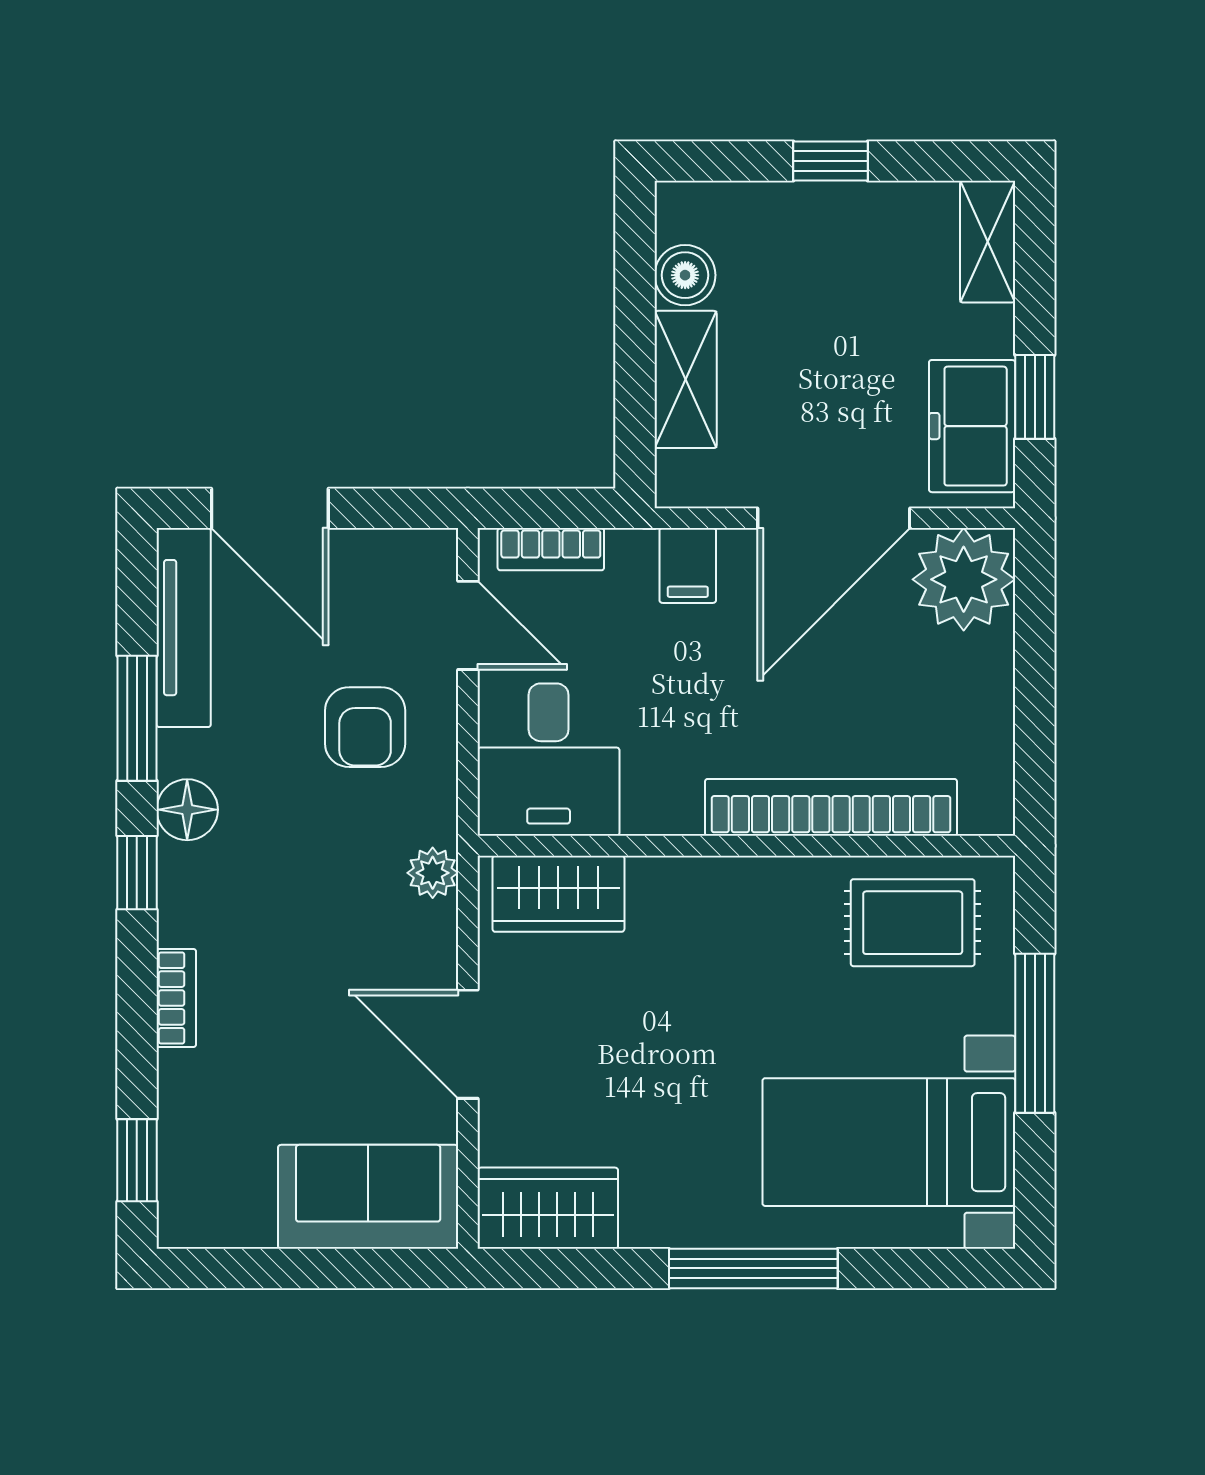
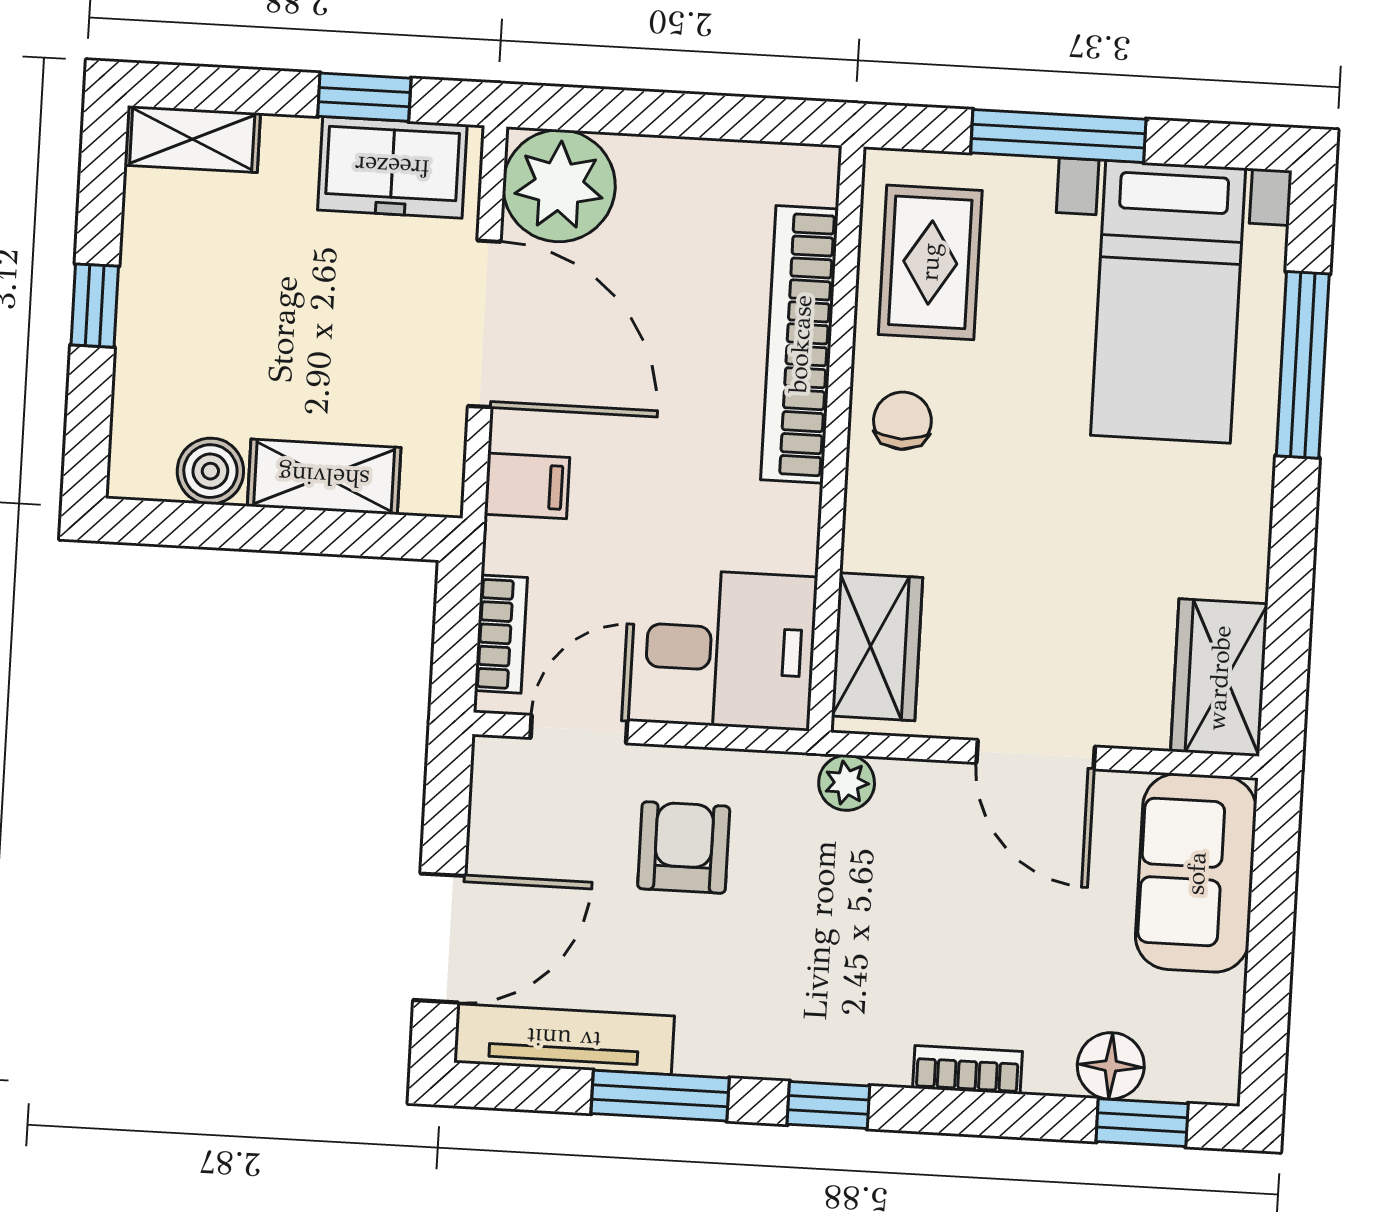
armchair: (365, 727) -> (684, 847), turned -90
floor lamp: (187, 810) -> (1111, 1066), moved
chair: (767, 905) -> (902, 421), added
door: (468, 1044) -> (1036, 755), hinge flipped
window: (753, 1268) -> (1303, 365), moved

